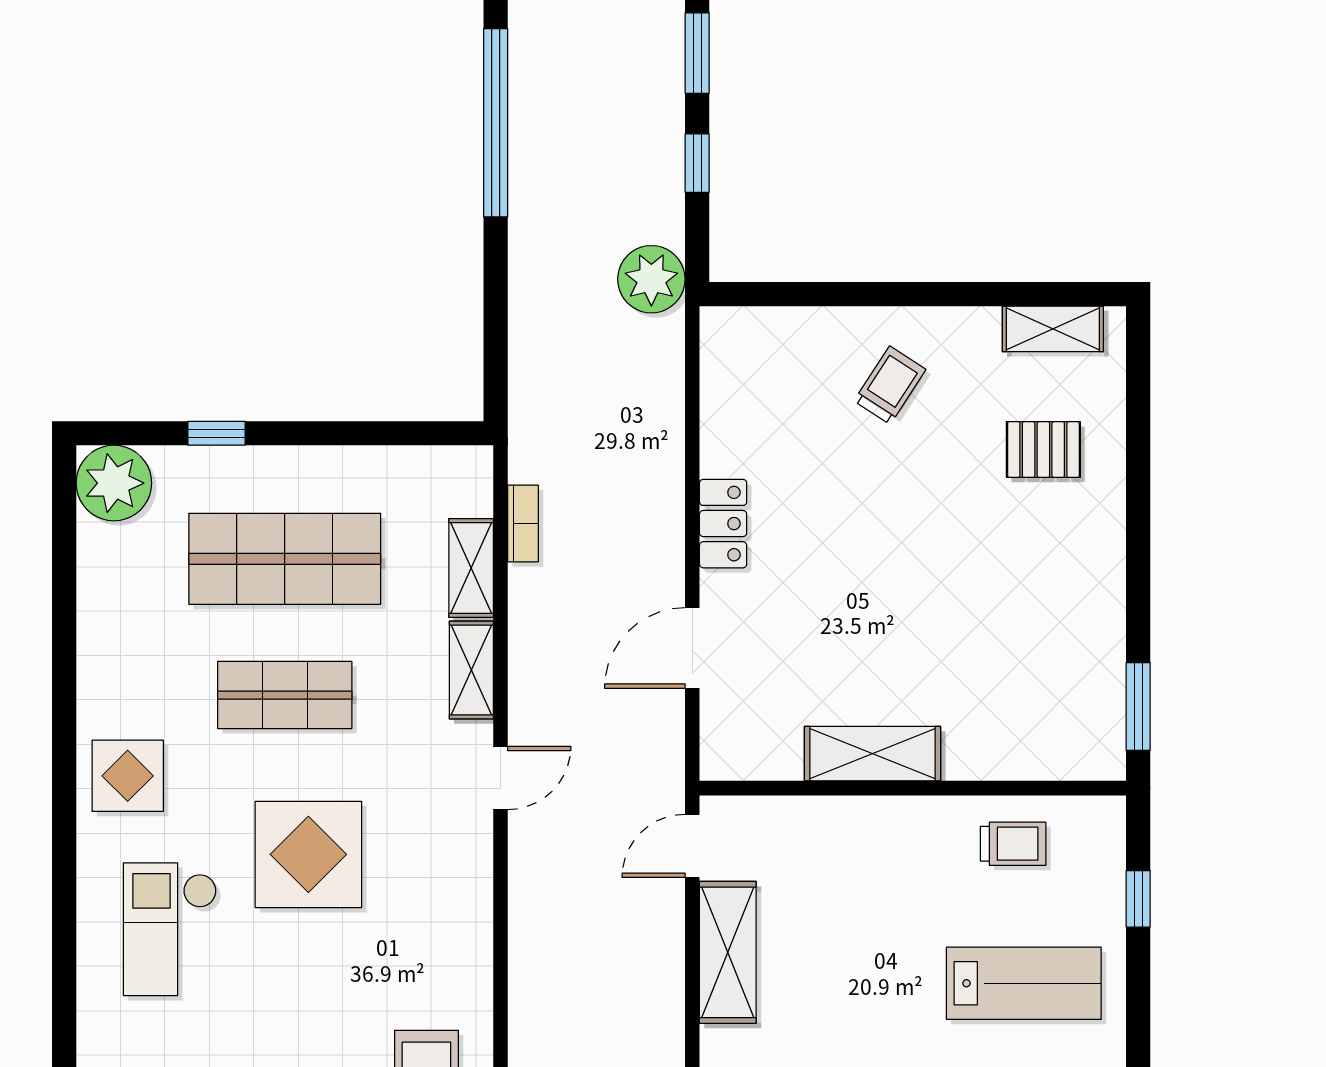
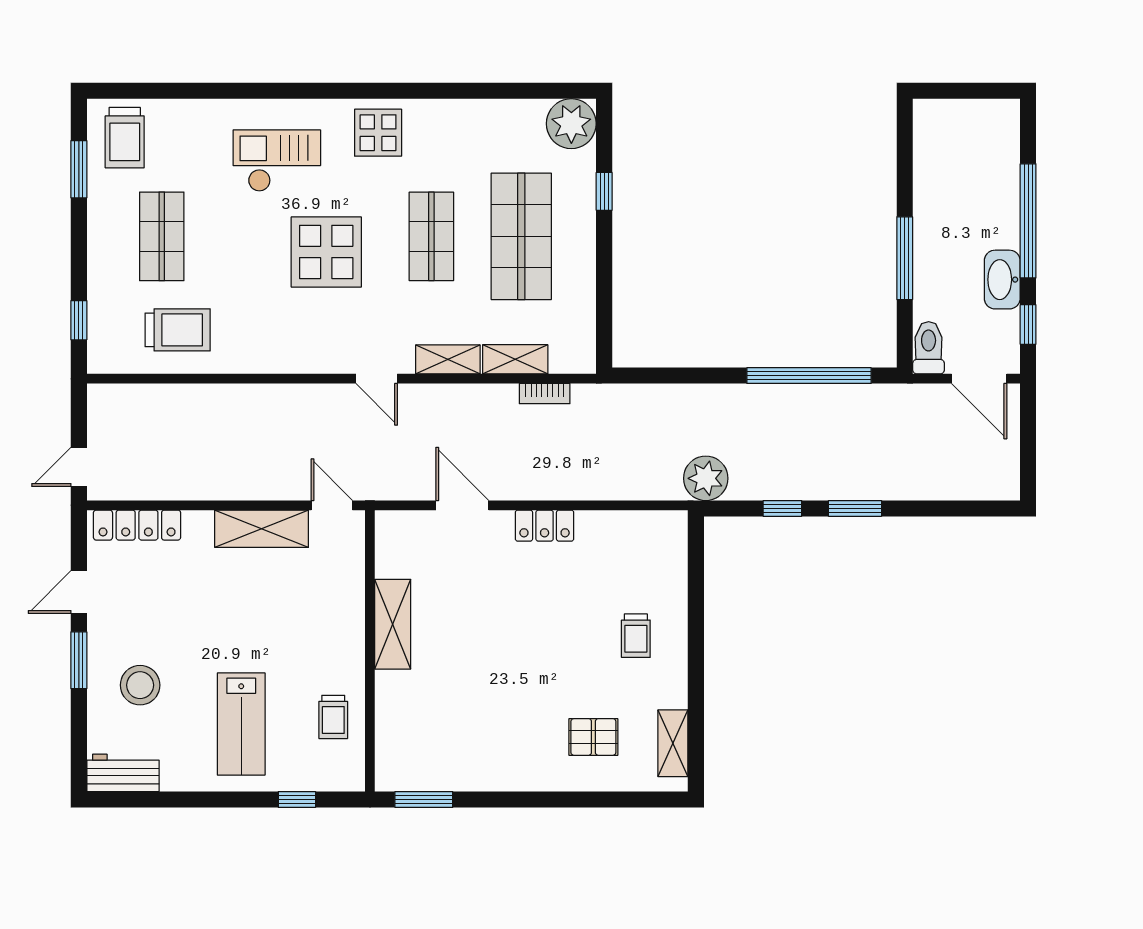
trolley: (890, 385) -> (636, 636), turned 57
pallet: (1043, 450) -> (593, 737), turned 90

